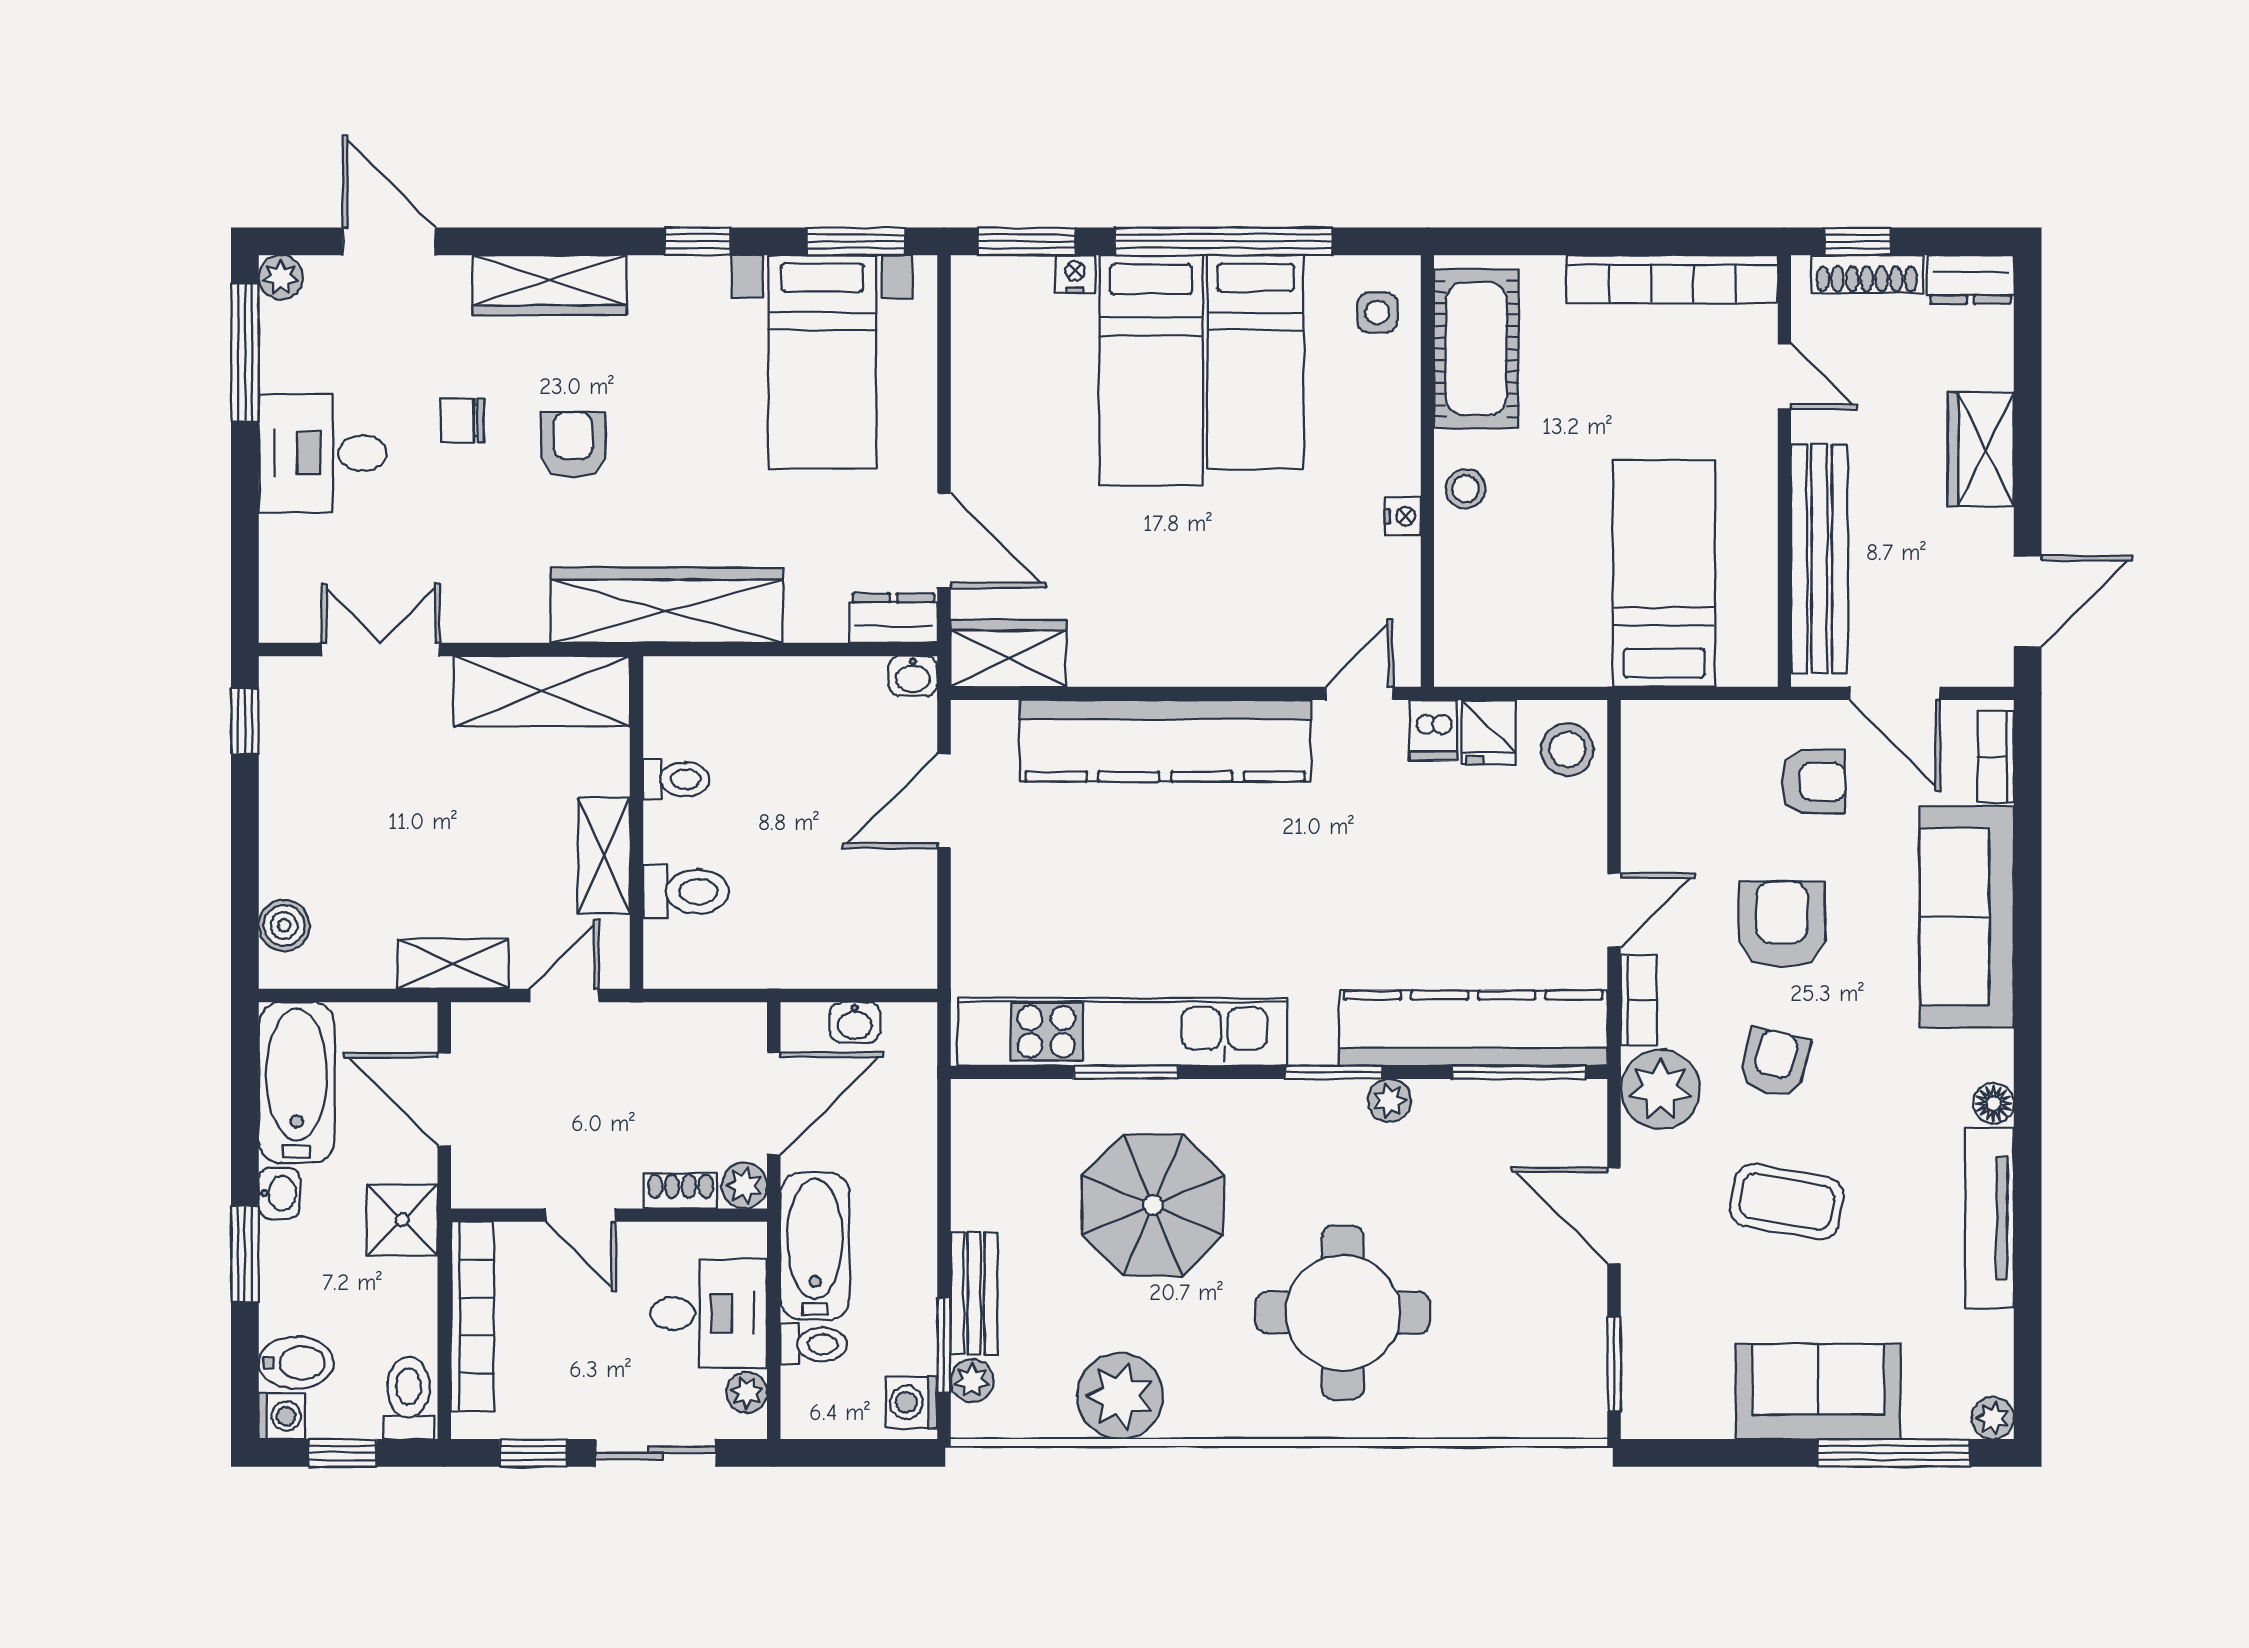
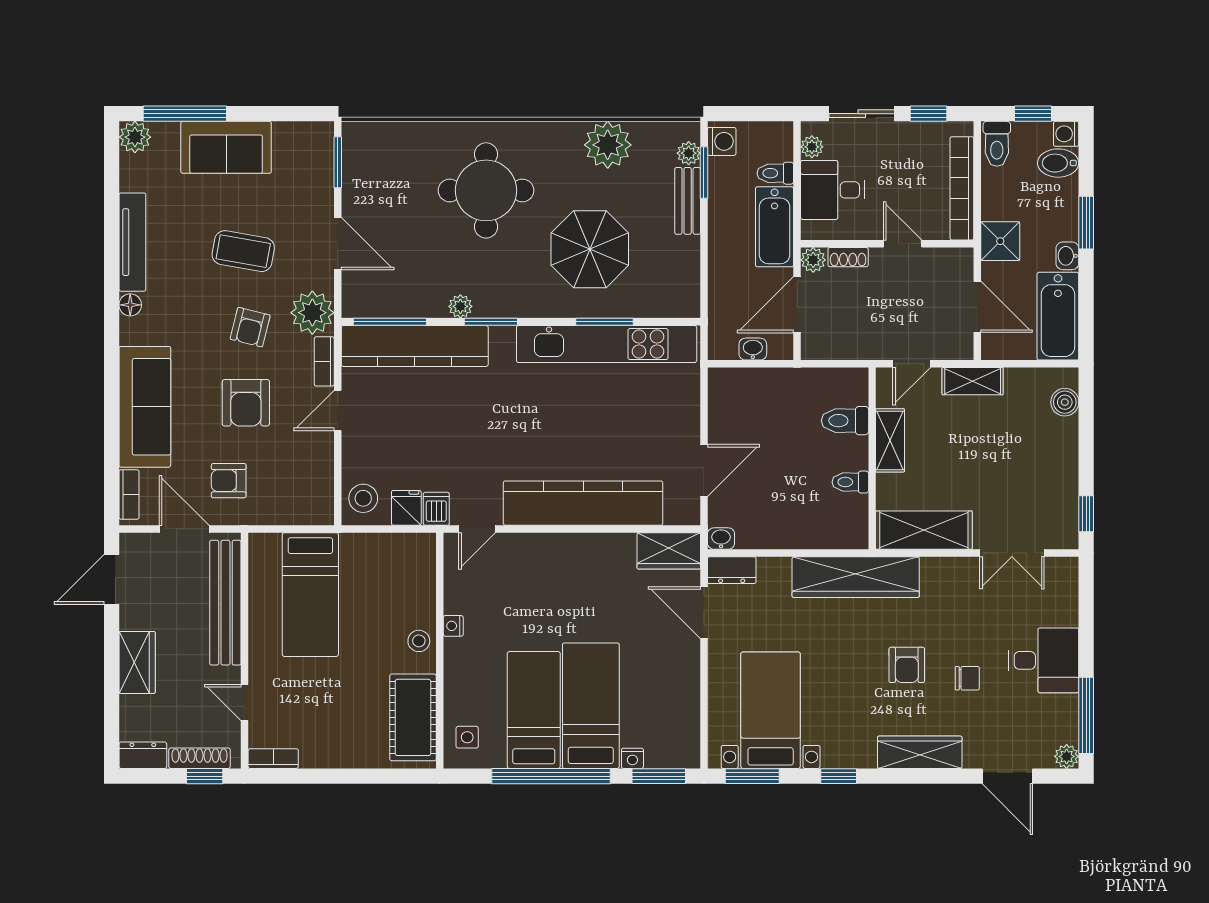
bookcase: (1672, 279) -> (273, 759), width x0.43, depth x0.76
plant: (1993, 1418) -> (135, 137), width x1.38, depth x1.38

